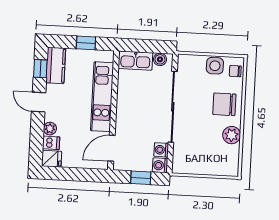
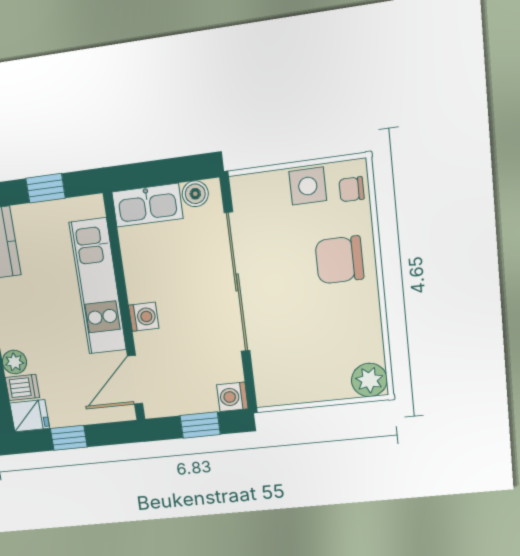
plant: (232, 135) -> (369, 380), moved
washing machine: (161, 150) -> (144, 317), moved, turned 180
window: (70, 174) -> (69, 438), added

